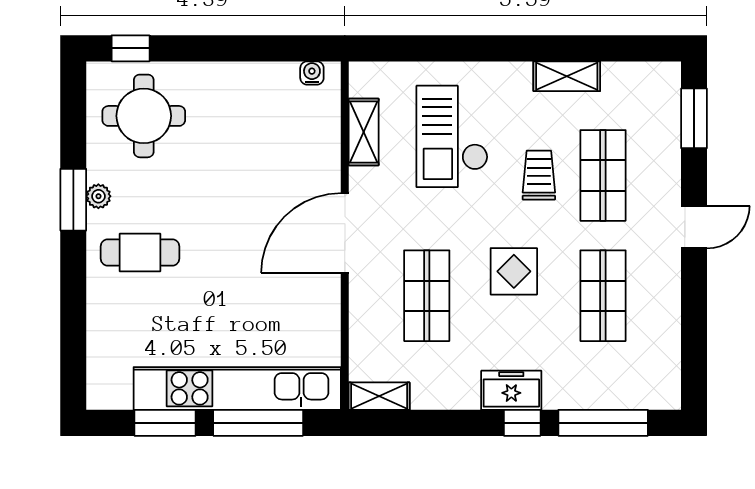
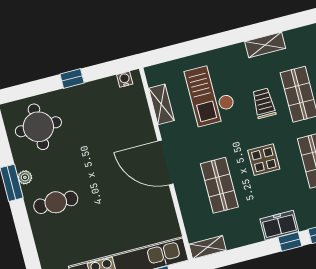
window: (131, 48) -> (72, 78), moved
door: (345, 233) -> (165, 163), hinge flipped

